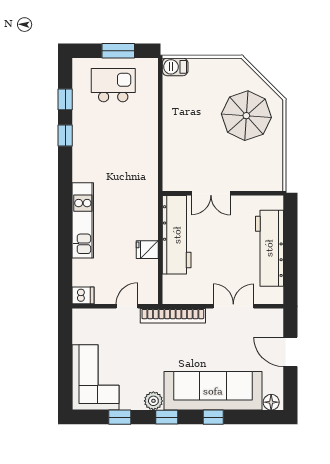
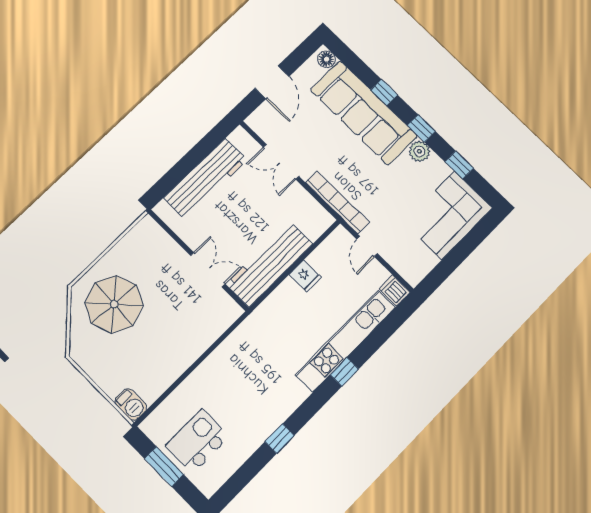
kitchen island: (113, 85) -> (197, 441), turned 90
window: (65, 99) -> (344, 372), moved
kitchen unit: (83, 220) -> (346, 341), width x1.36
door: (127, 306) -> (367, 246), hinge flipped

